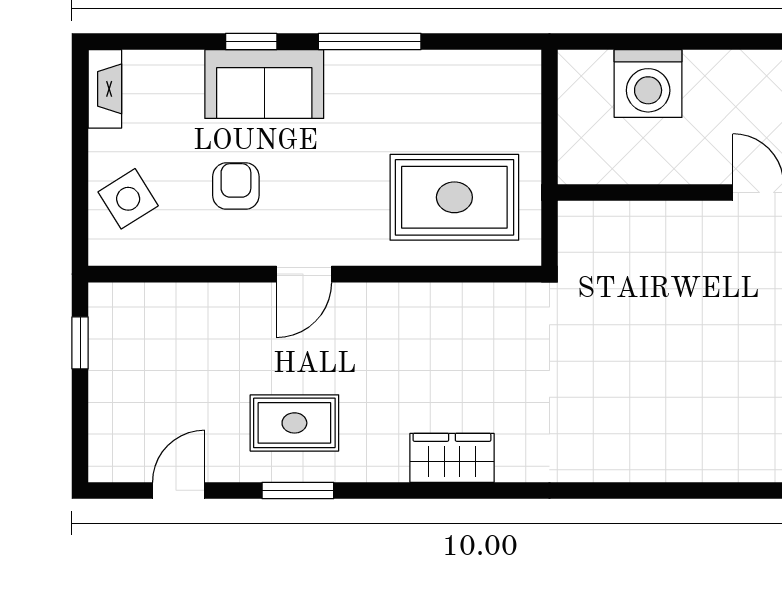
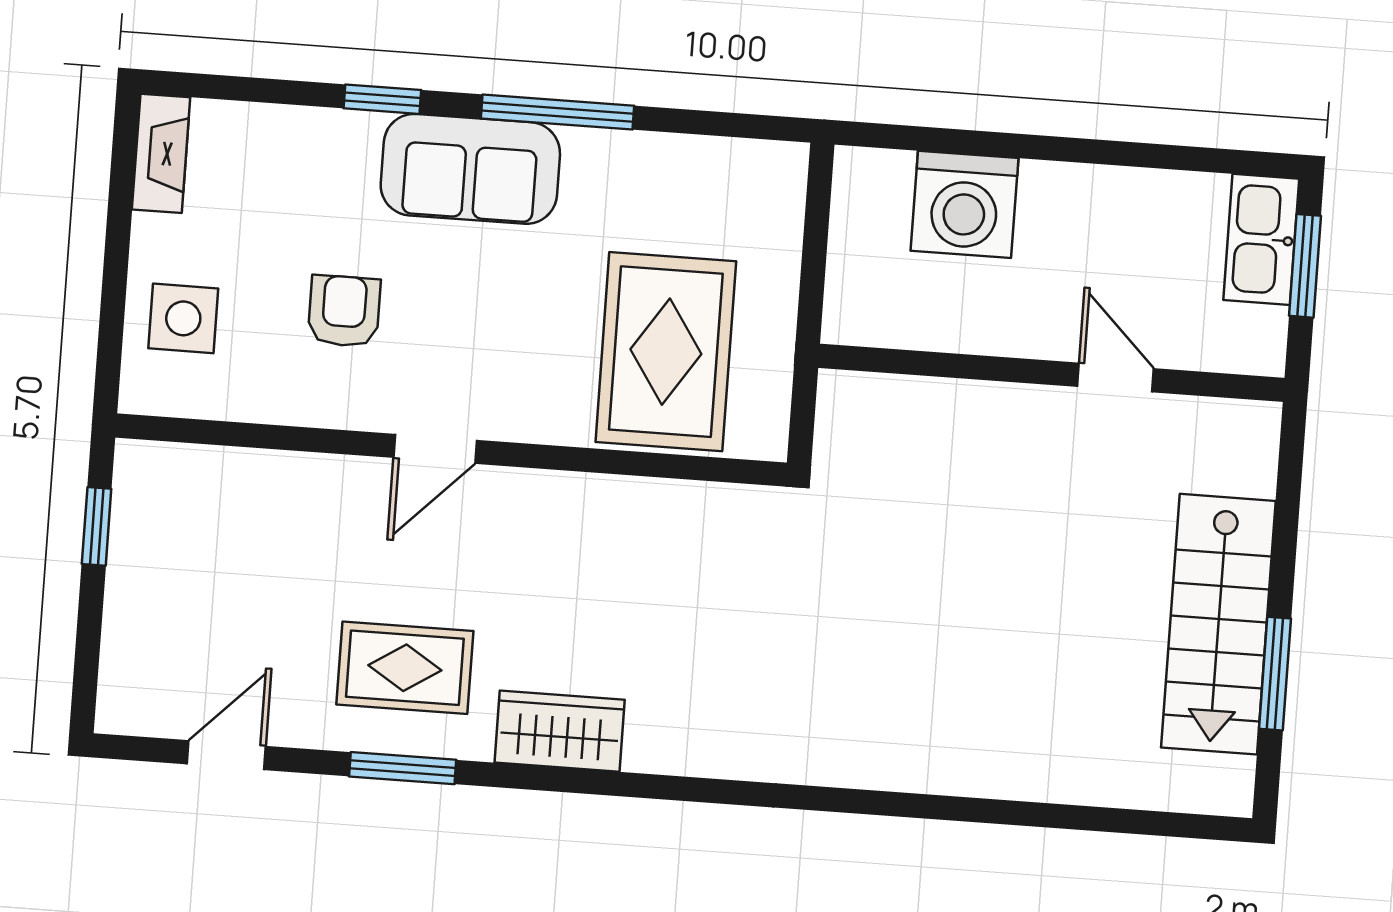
sofa: (264, 84) -> (470, 169), moved
rug: (454, 197) -> (666, 352), turned 90
side table: (128, 199) -> (183, 318), turned 32
wardrobe: (452, 458) -> (560, 731), moved

